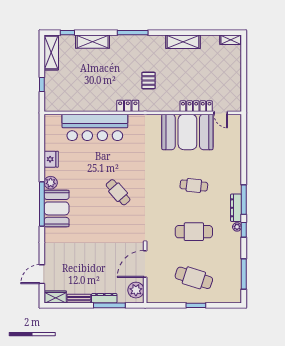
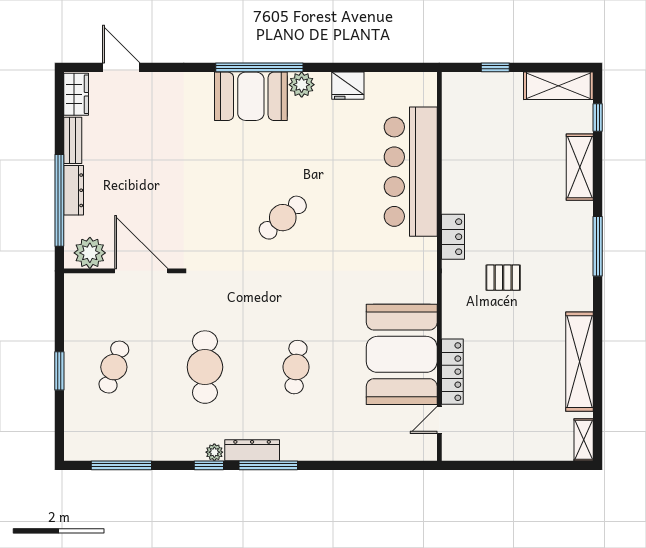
shelving: (183, 42) -> (579, 362), width x1.47
cafe table: (194, 278) -> (114, 367), width x0.73, depth x0.74
window: (109, 305) -> (59, 200), width x1.46

